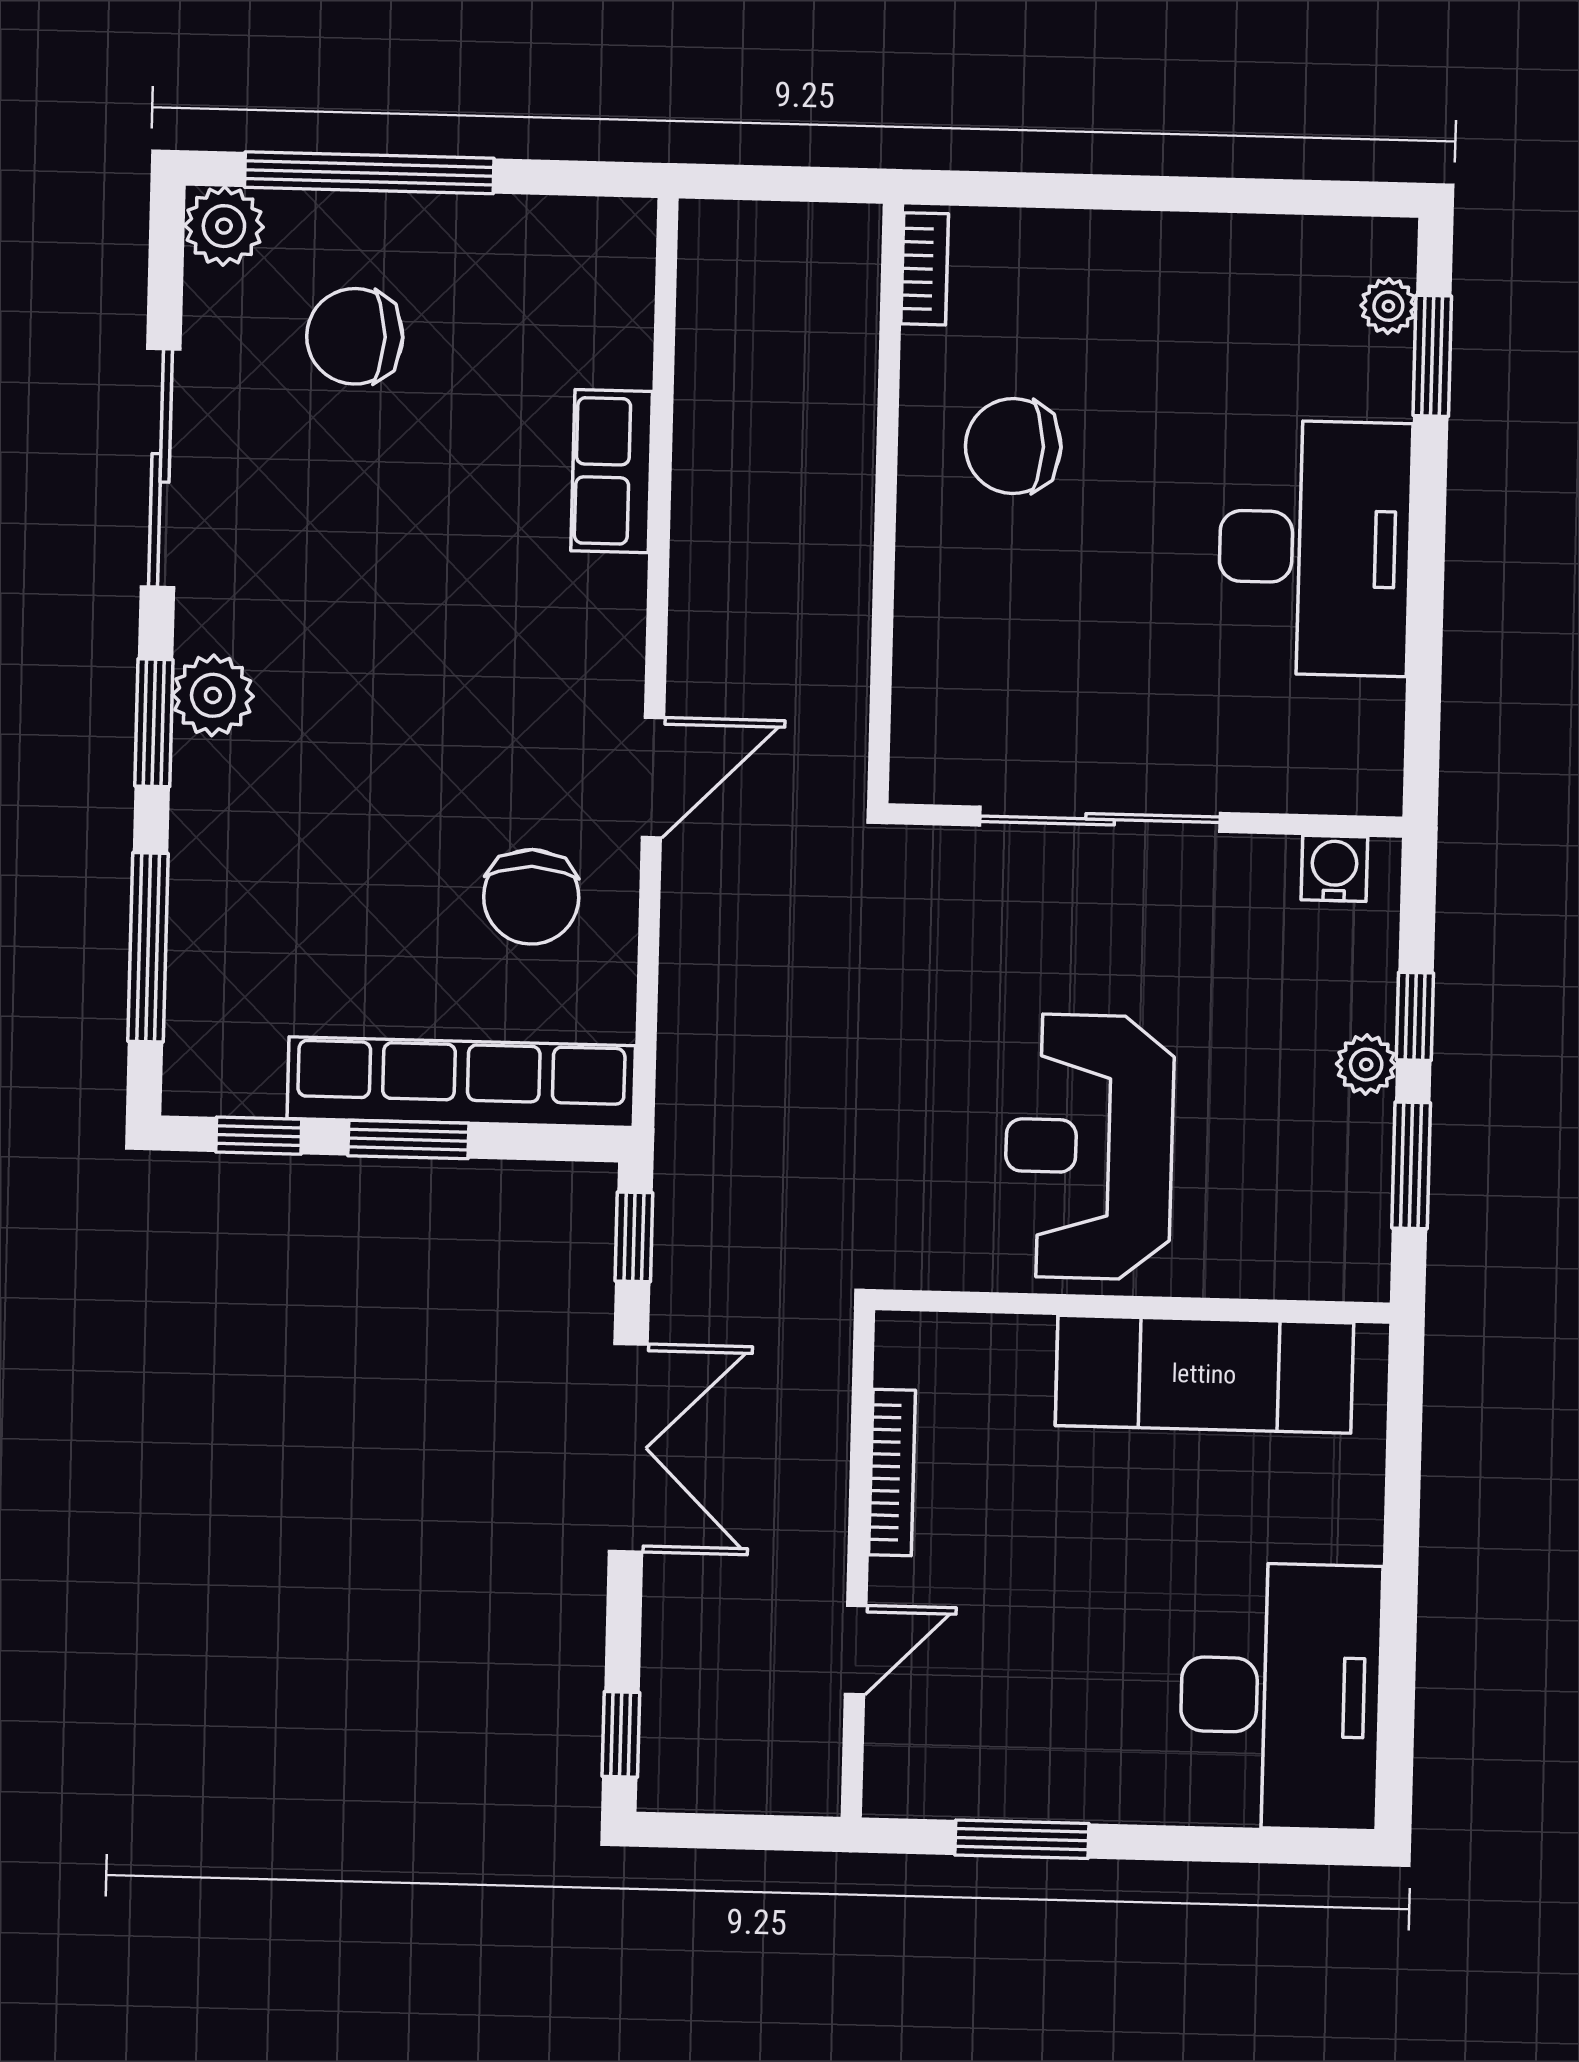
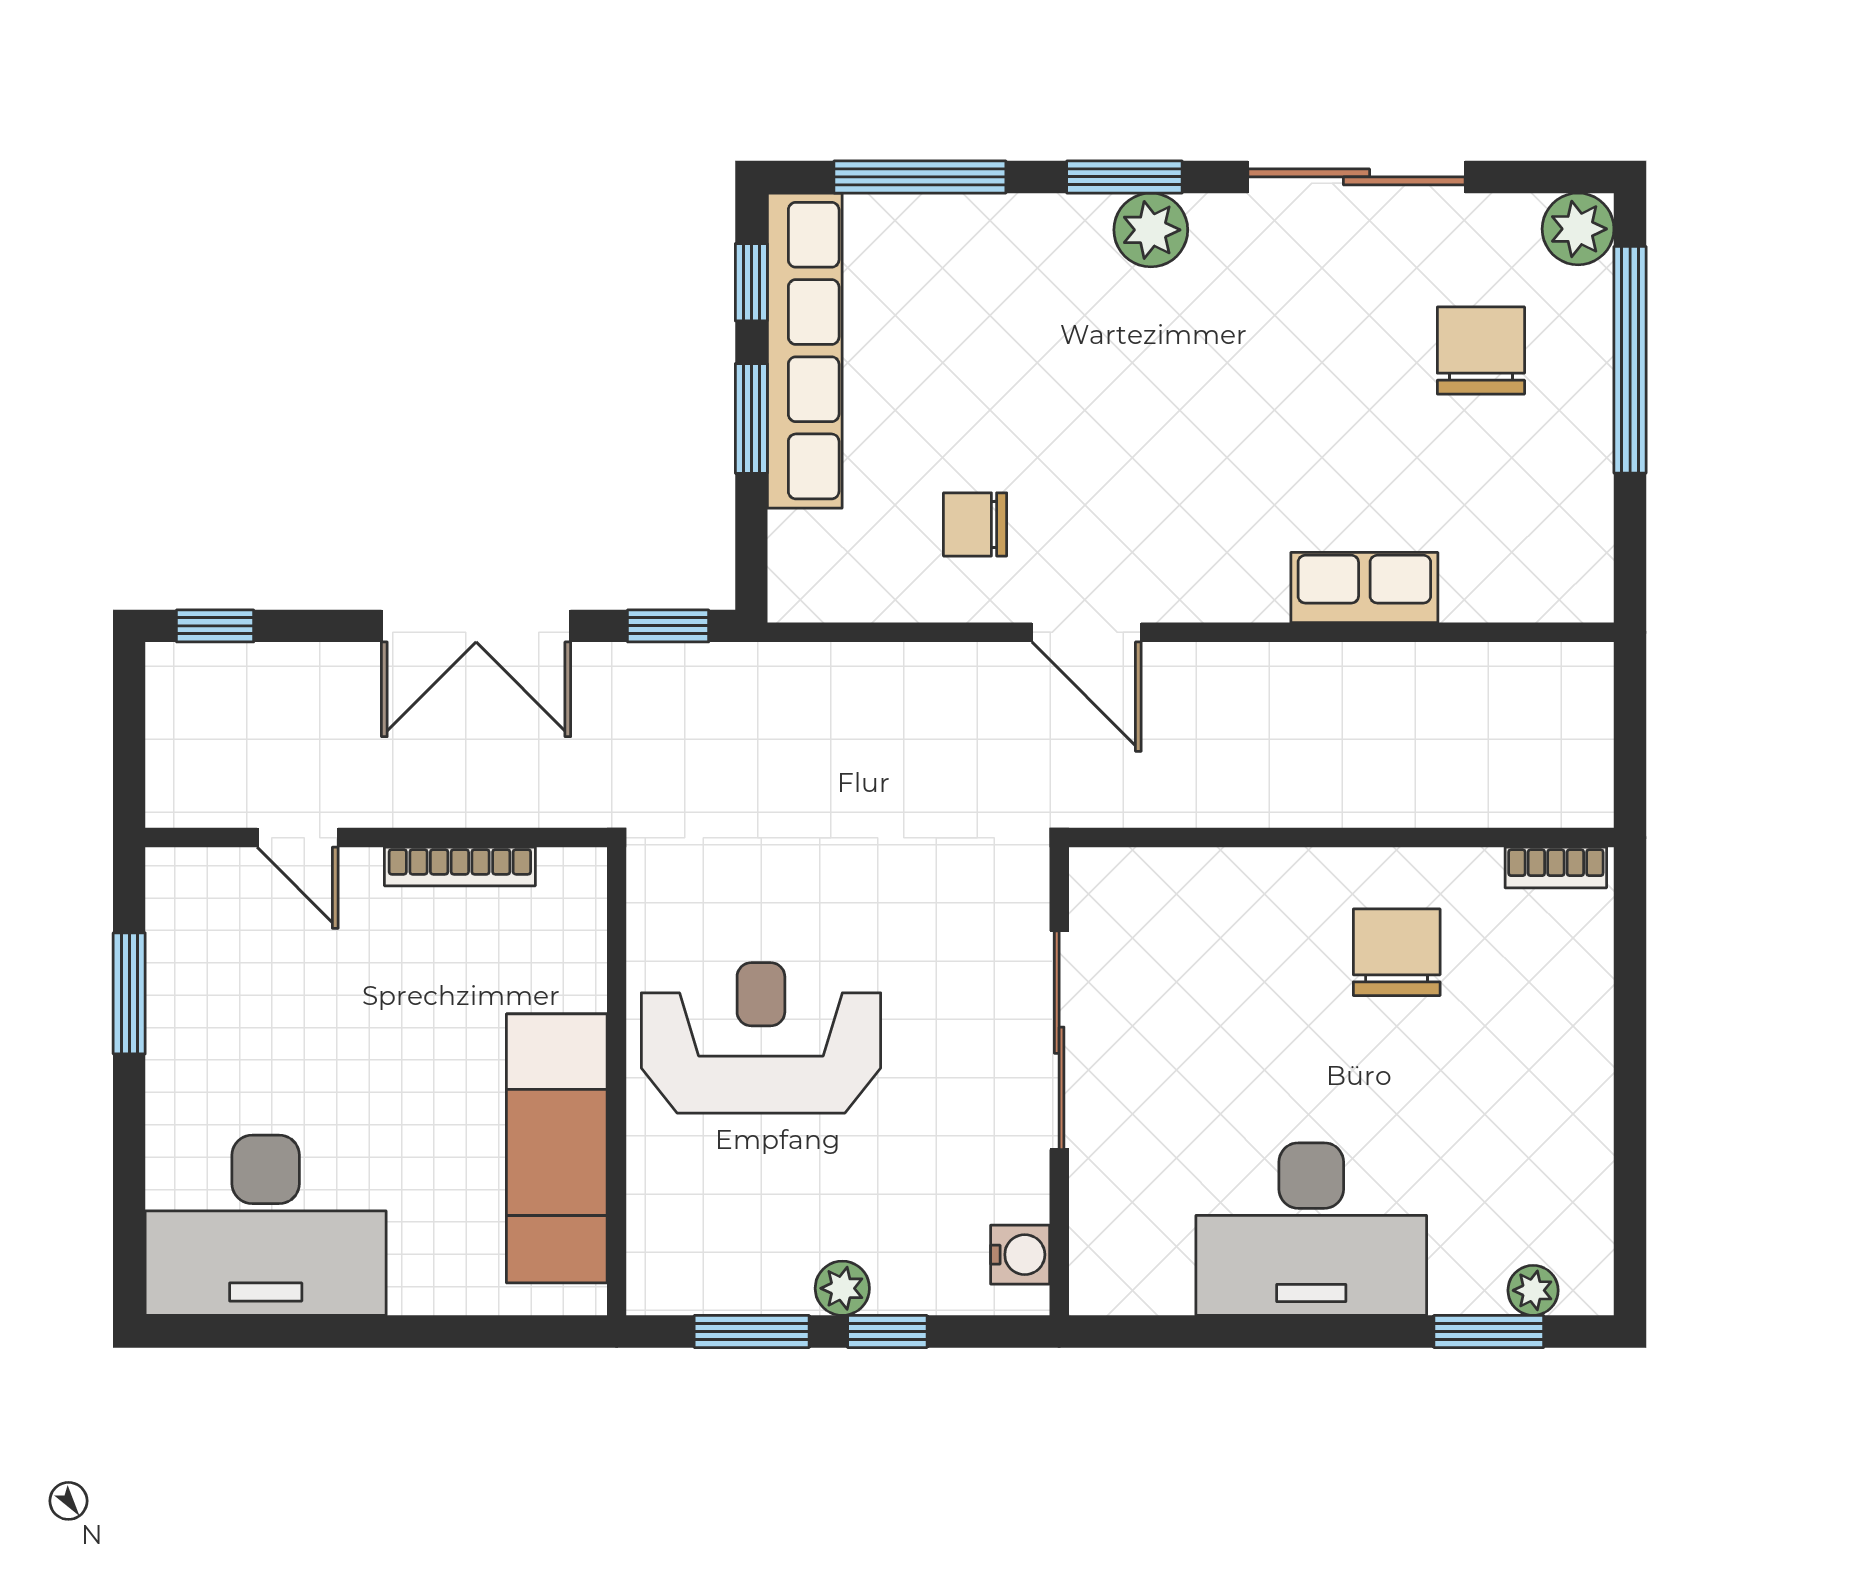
chair: (531, 897) -> (975, 524), width x0.73, depth x0.73
row of seats: (461, 1082) -> (805, 351), moved

